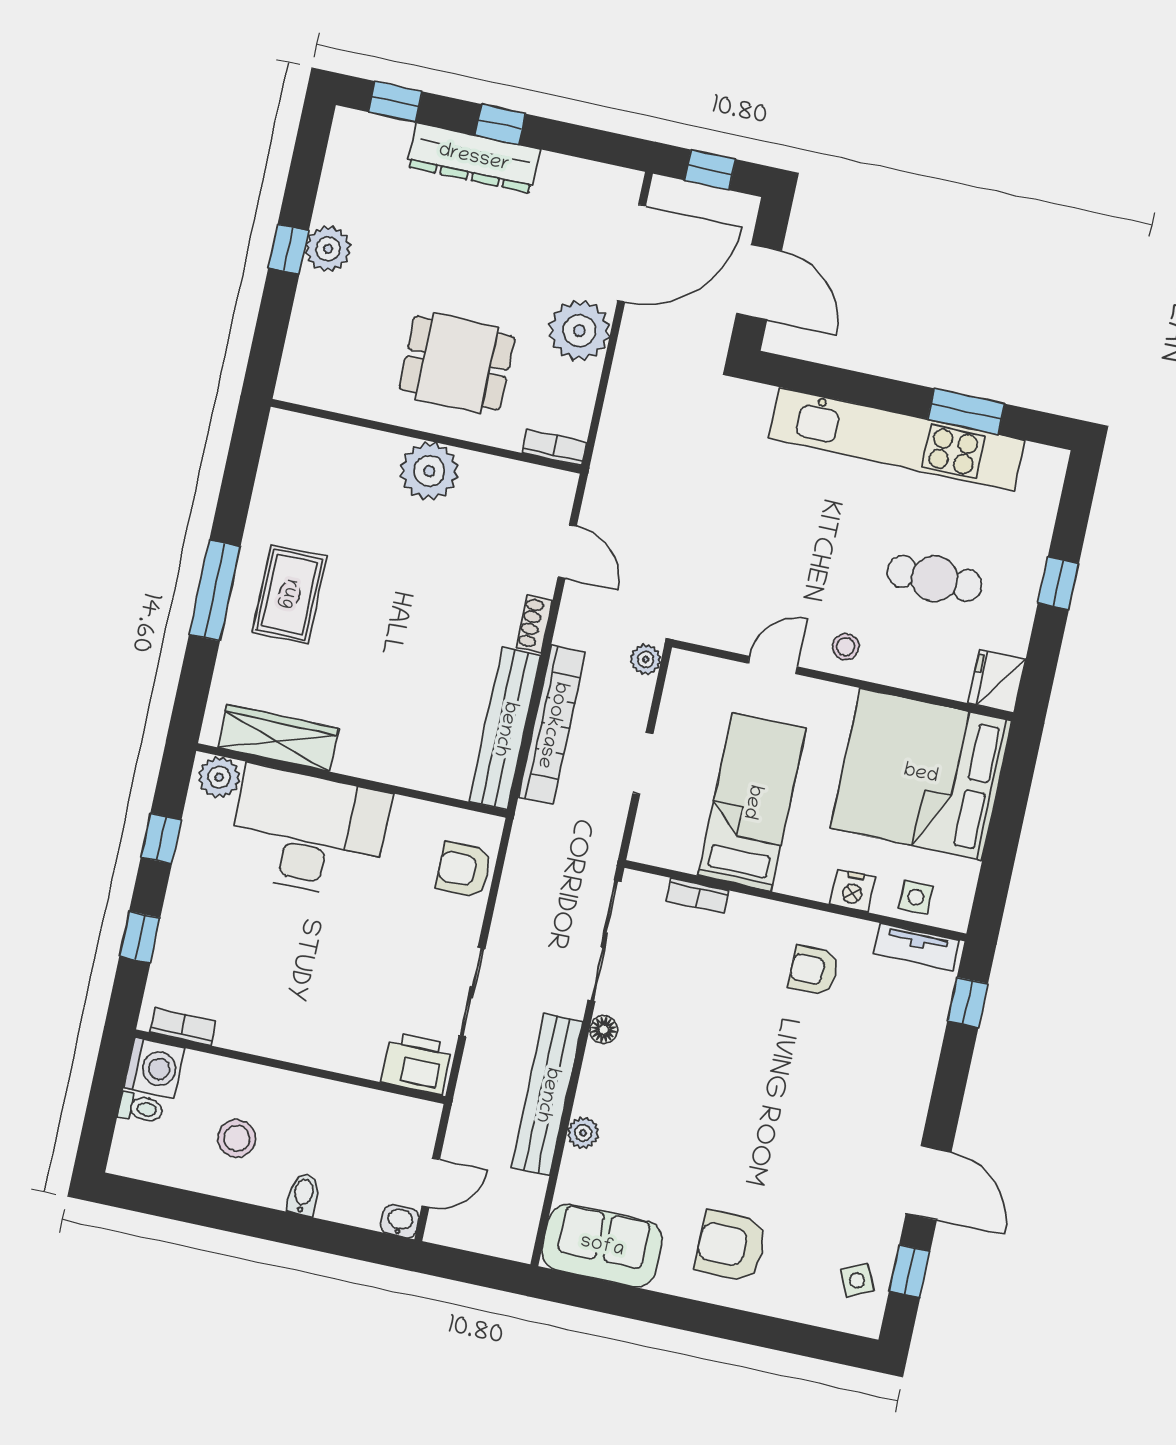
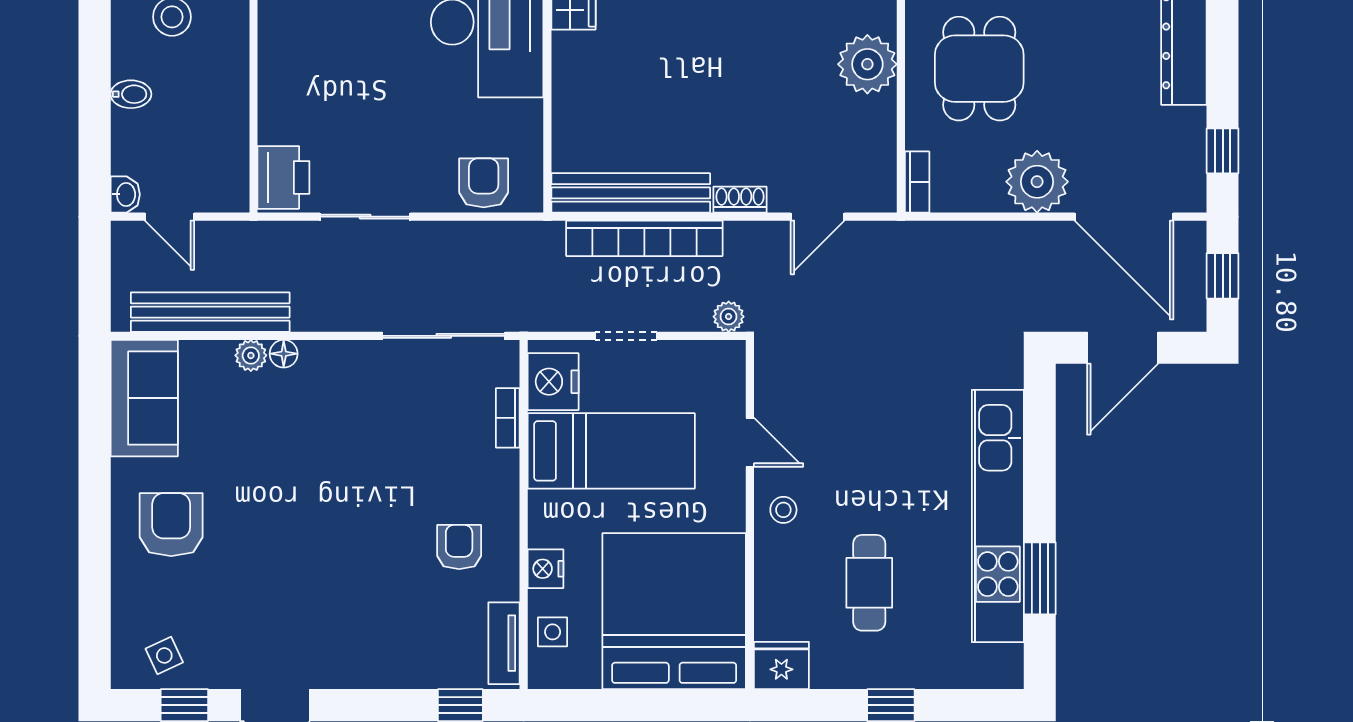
window: (500, 124) -> (1223, 151), moved
nightstand: (672, 844) -> (553, 382), added
floor lamp: (604, 1030) -> (284, 354), moved
bench: (547, 1095) -> (210, 312), moved

